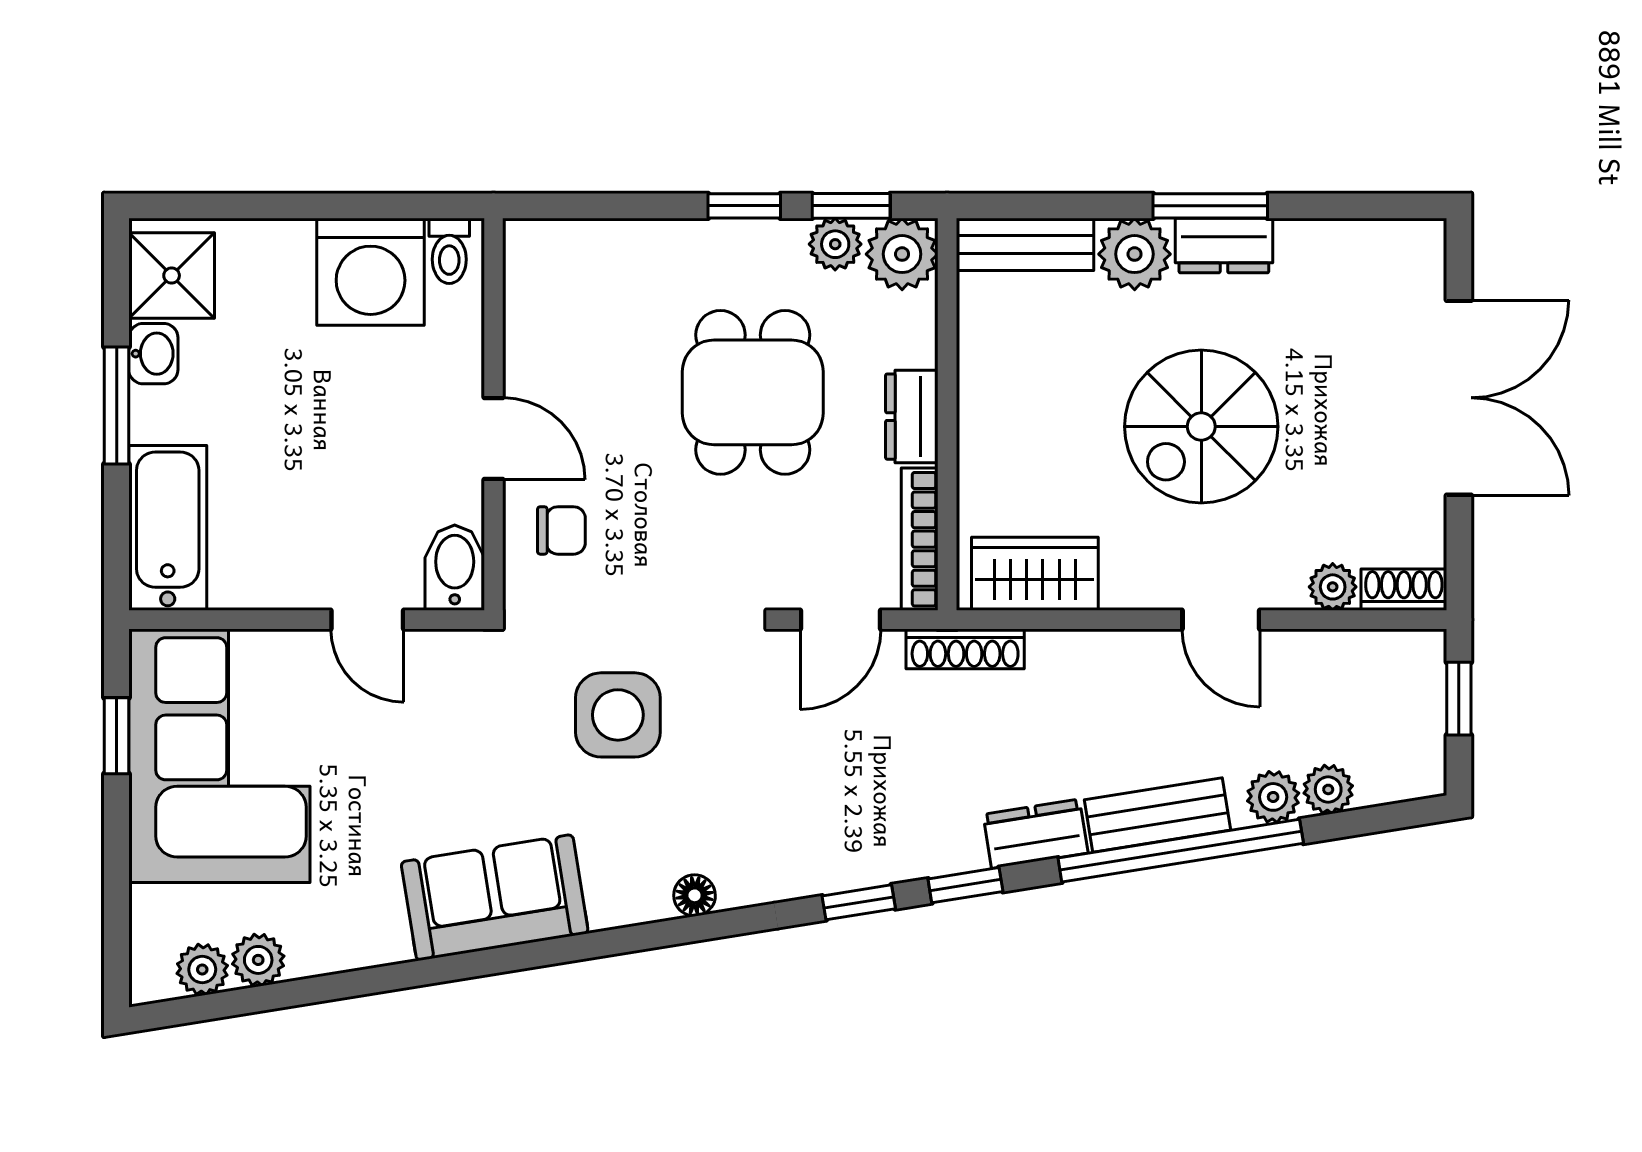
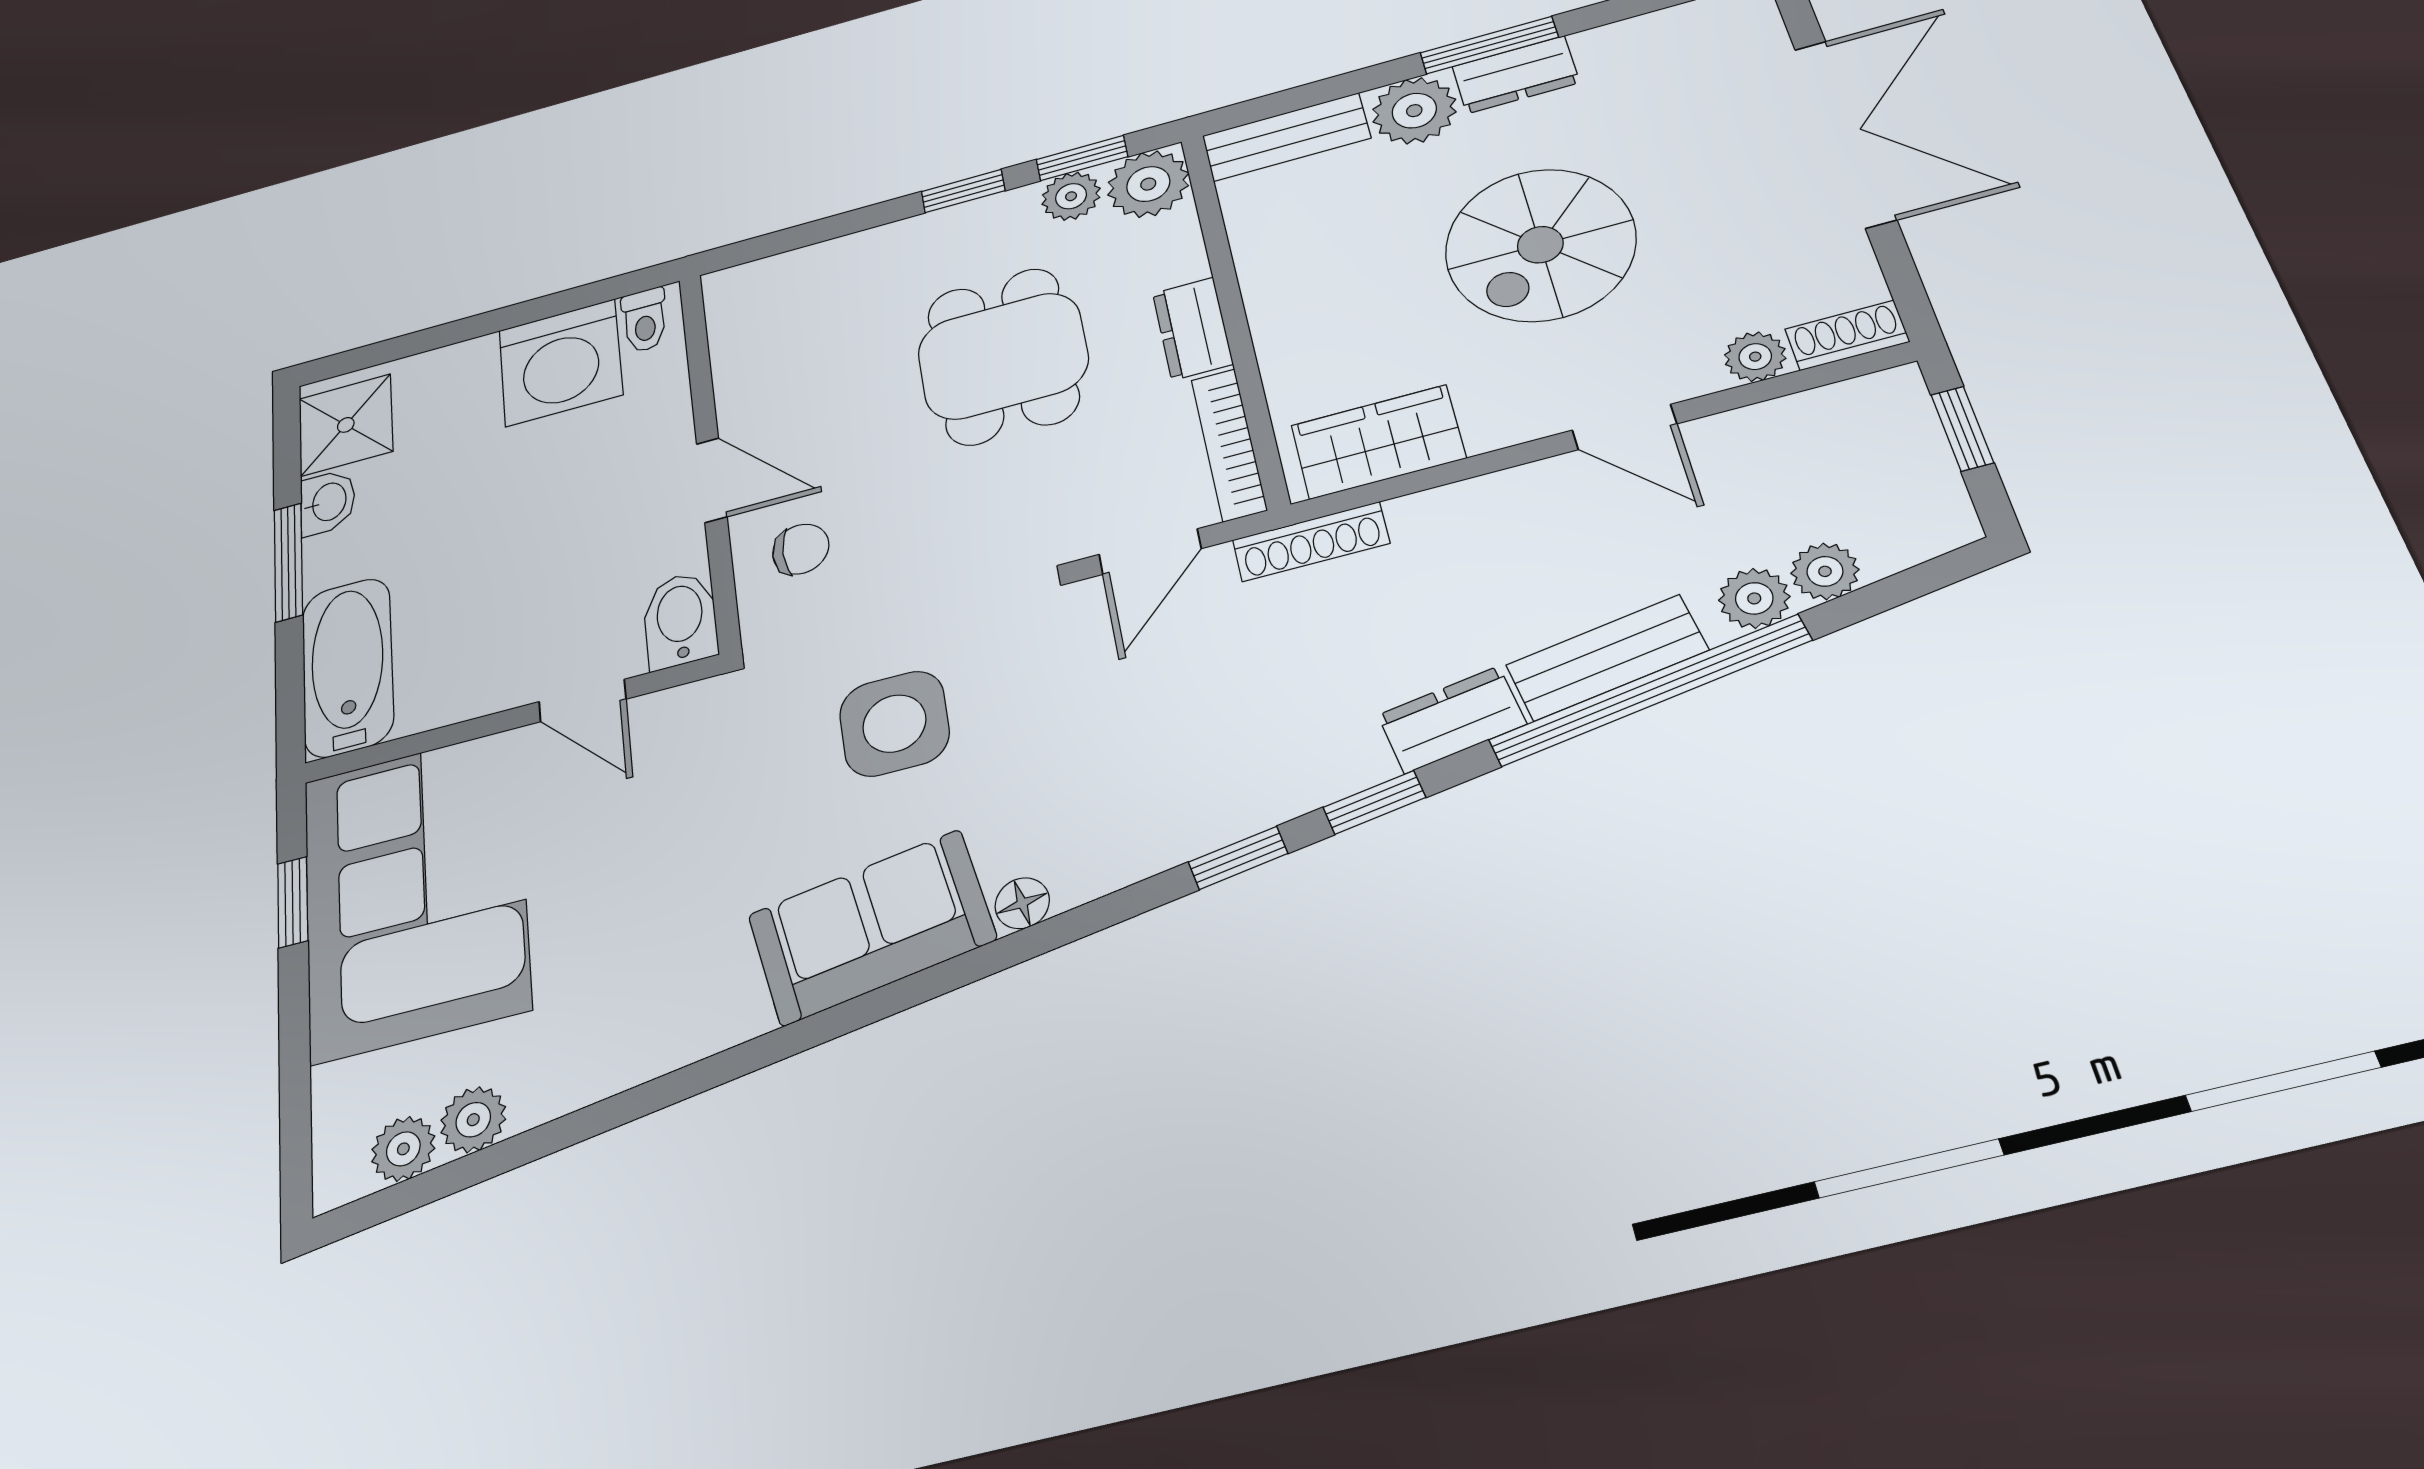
sofa: (495, 898) -> (872, 927), moved

